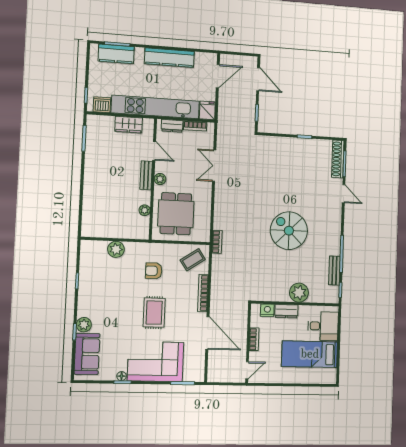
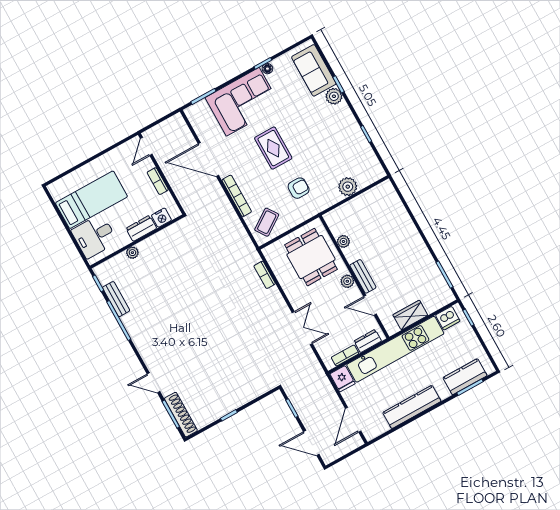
spiral stairs: (289, 231) -> (187, 310), removed
bookcase: (217, 242) -> (265, 275), moved
plant: (299, 293) -> (132, 253), width x0.53, depth x0.53

